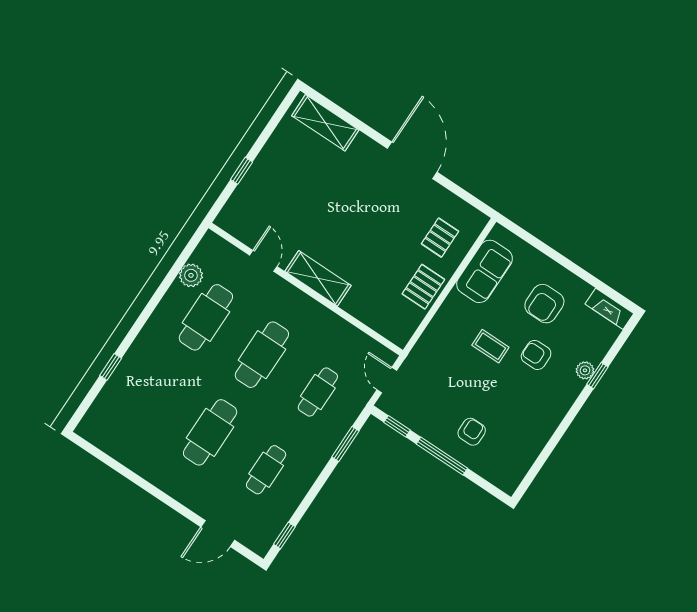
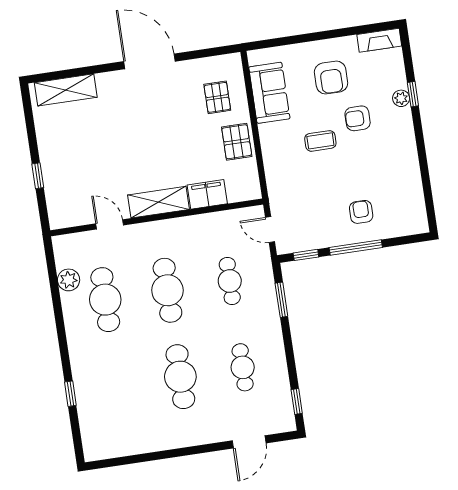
filing cabinet: (362, 307) -> (207, 194), added

